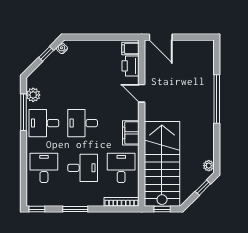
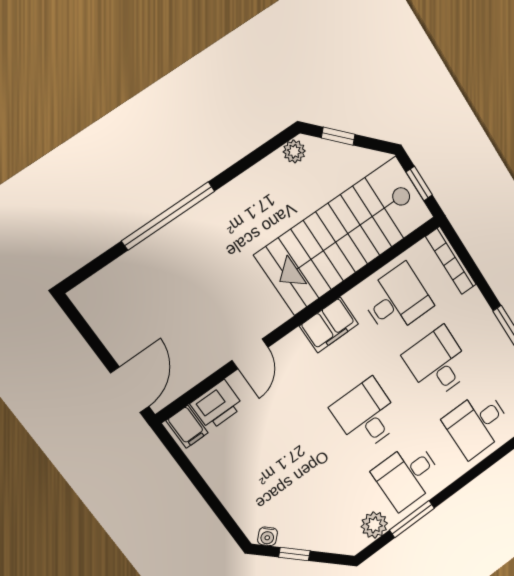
window: (23, 112) -> (412, 519), width x0.69
desk: (44, 123) -> (408, 475), turned 90
desk: (83, 123) -> (366, 415), turned 180
desk: (121, 168) -> (397, 300), turned 180

